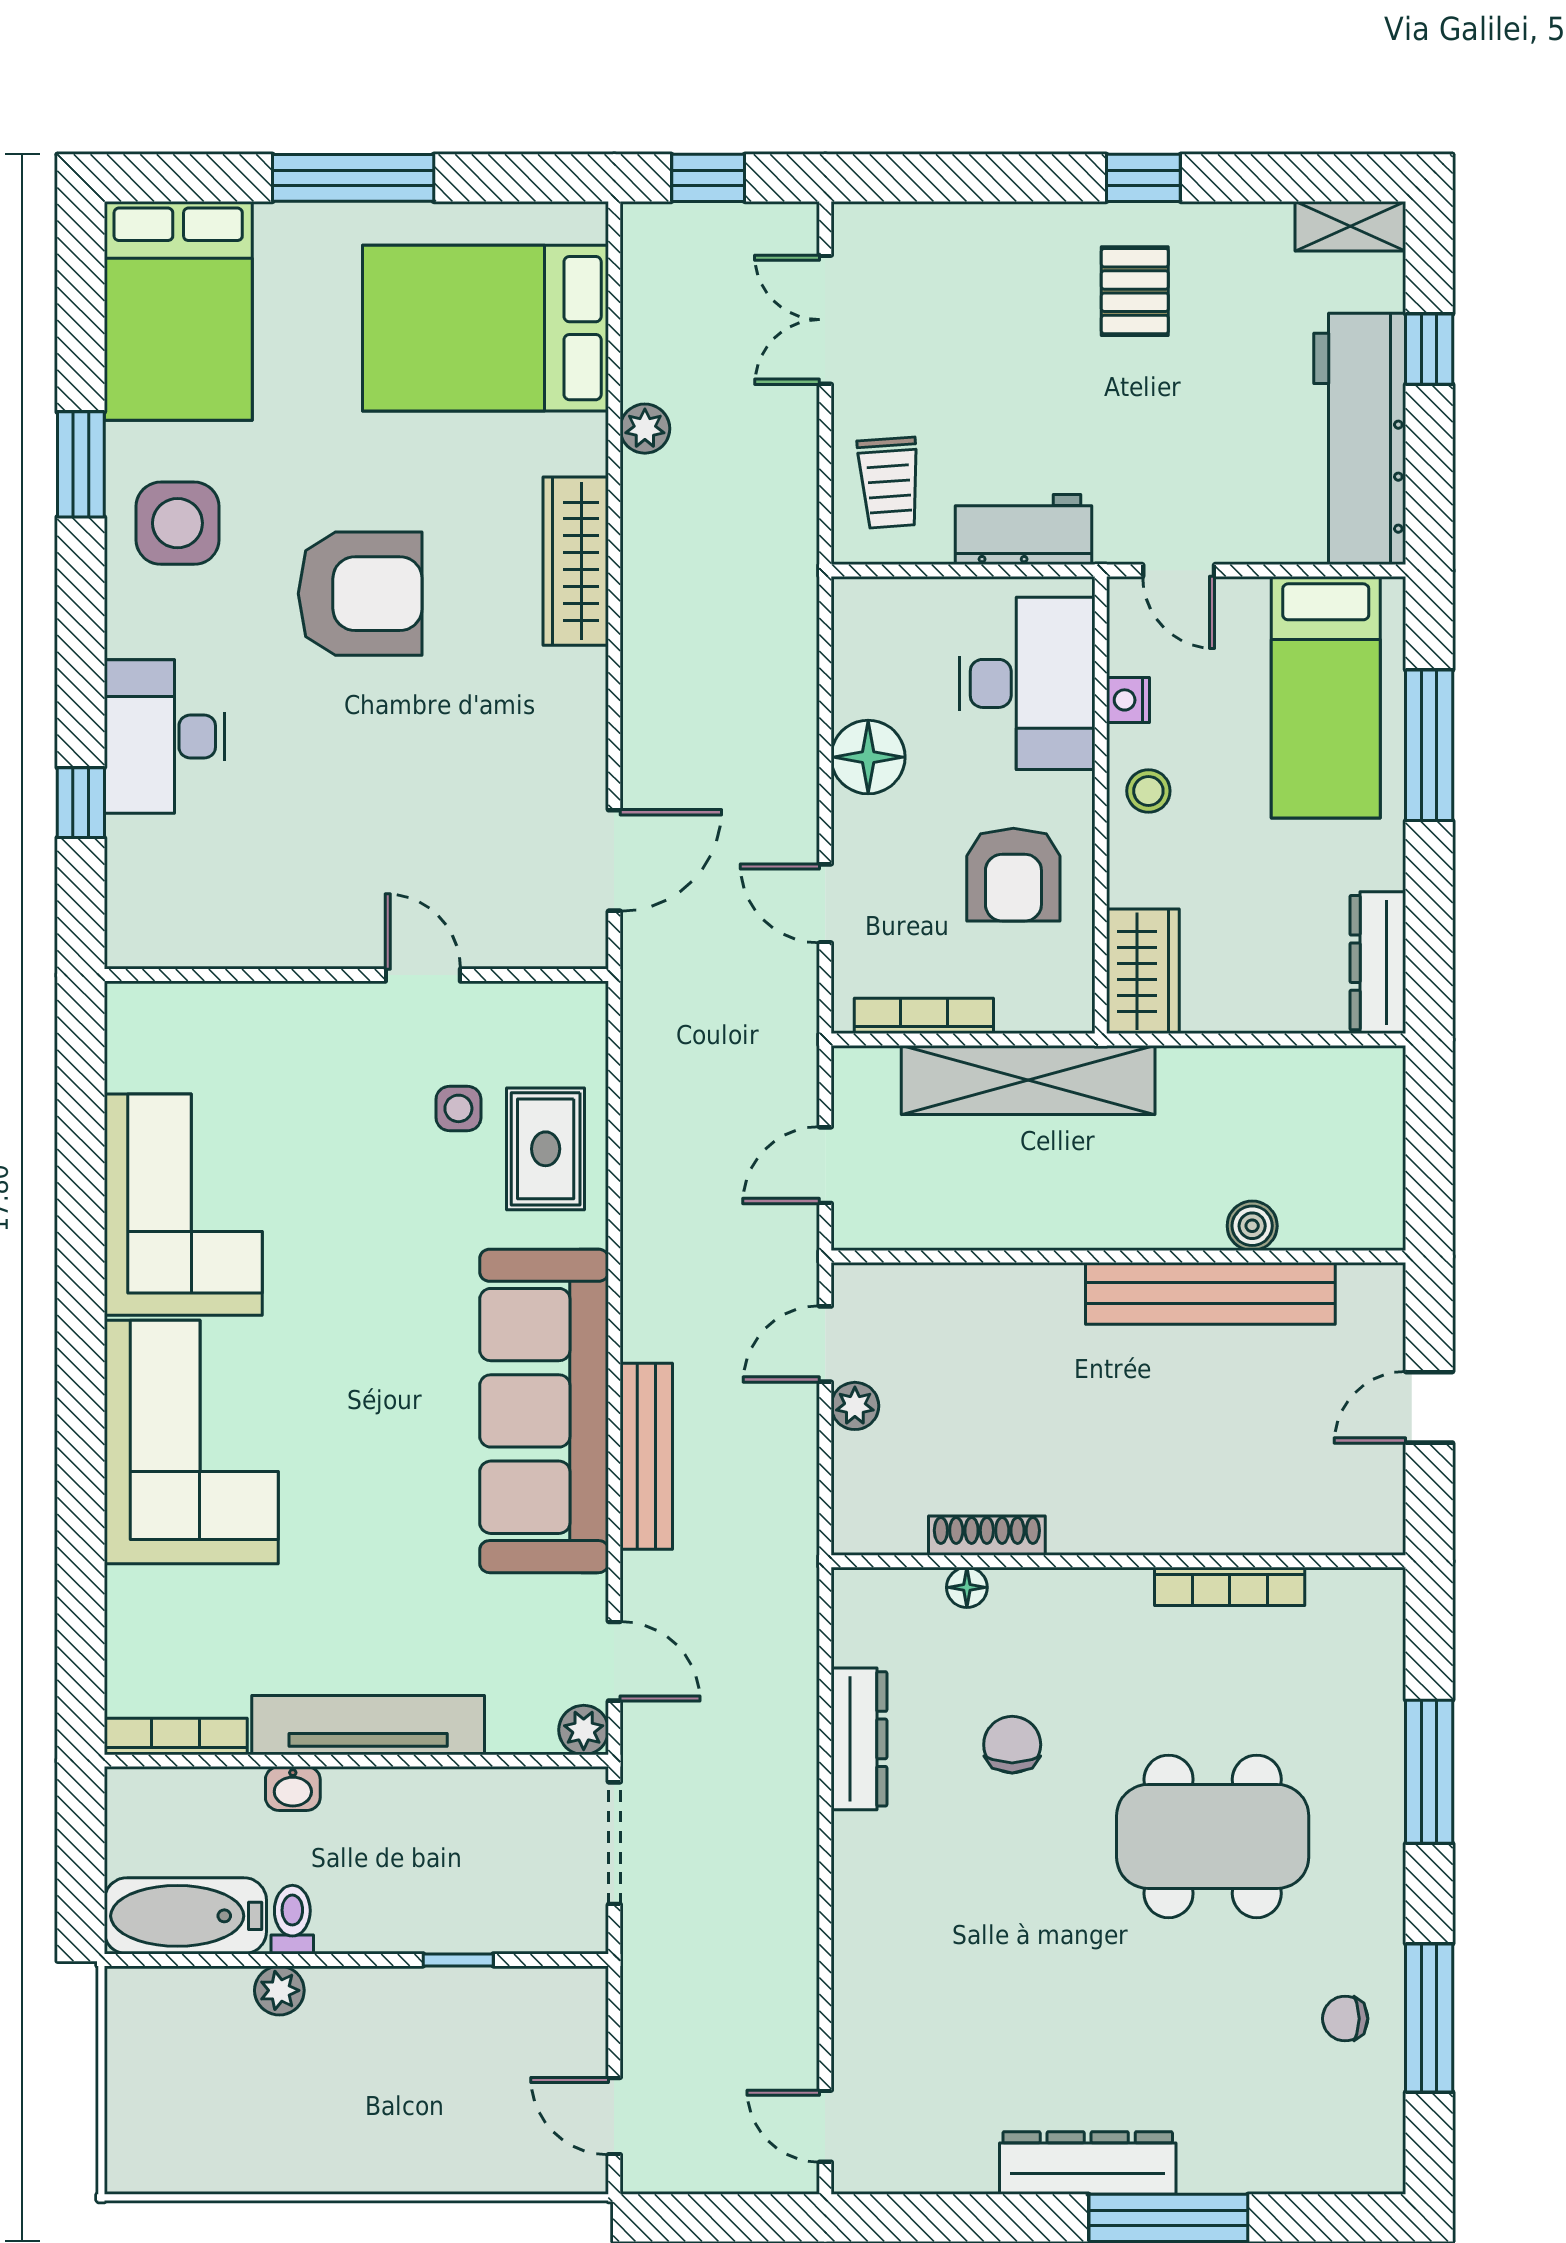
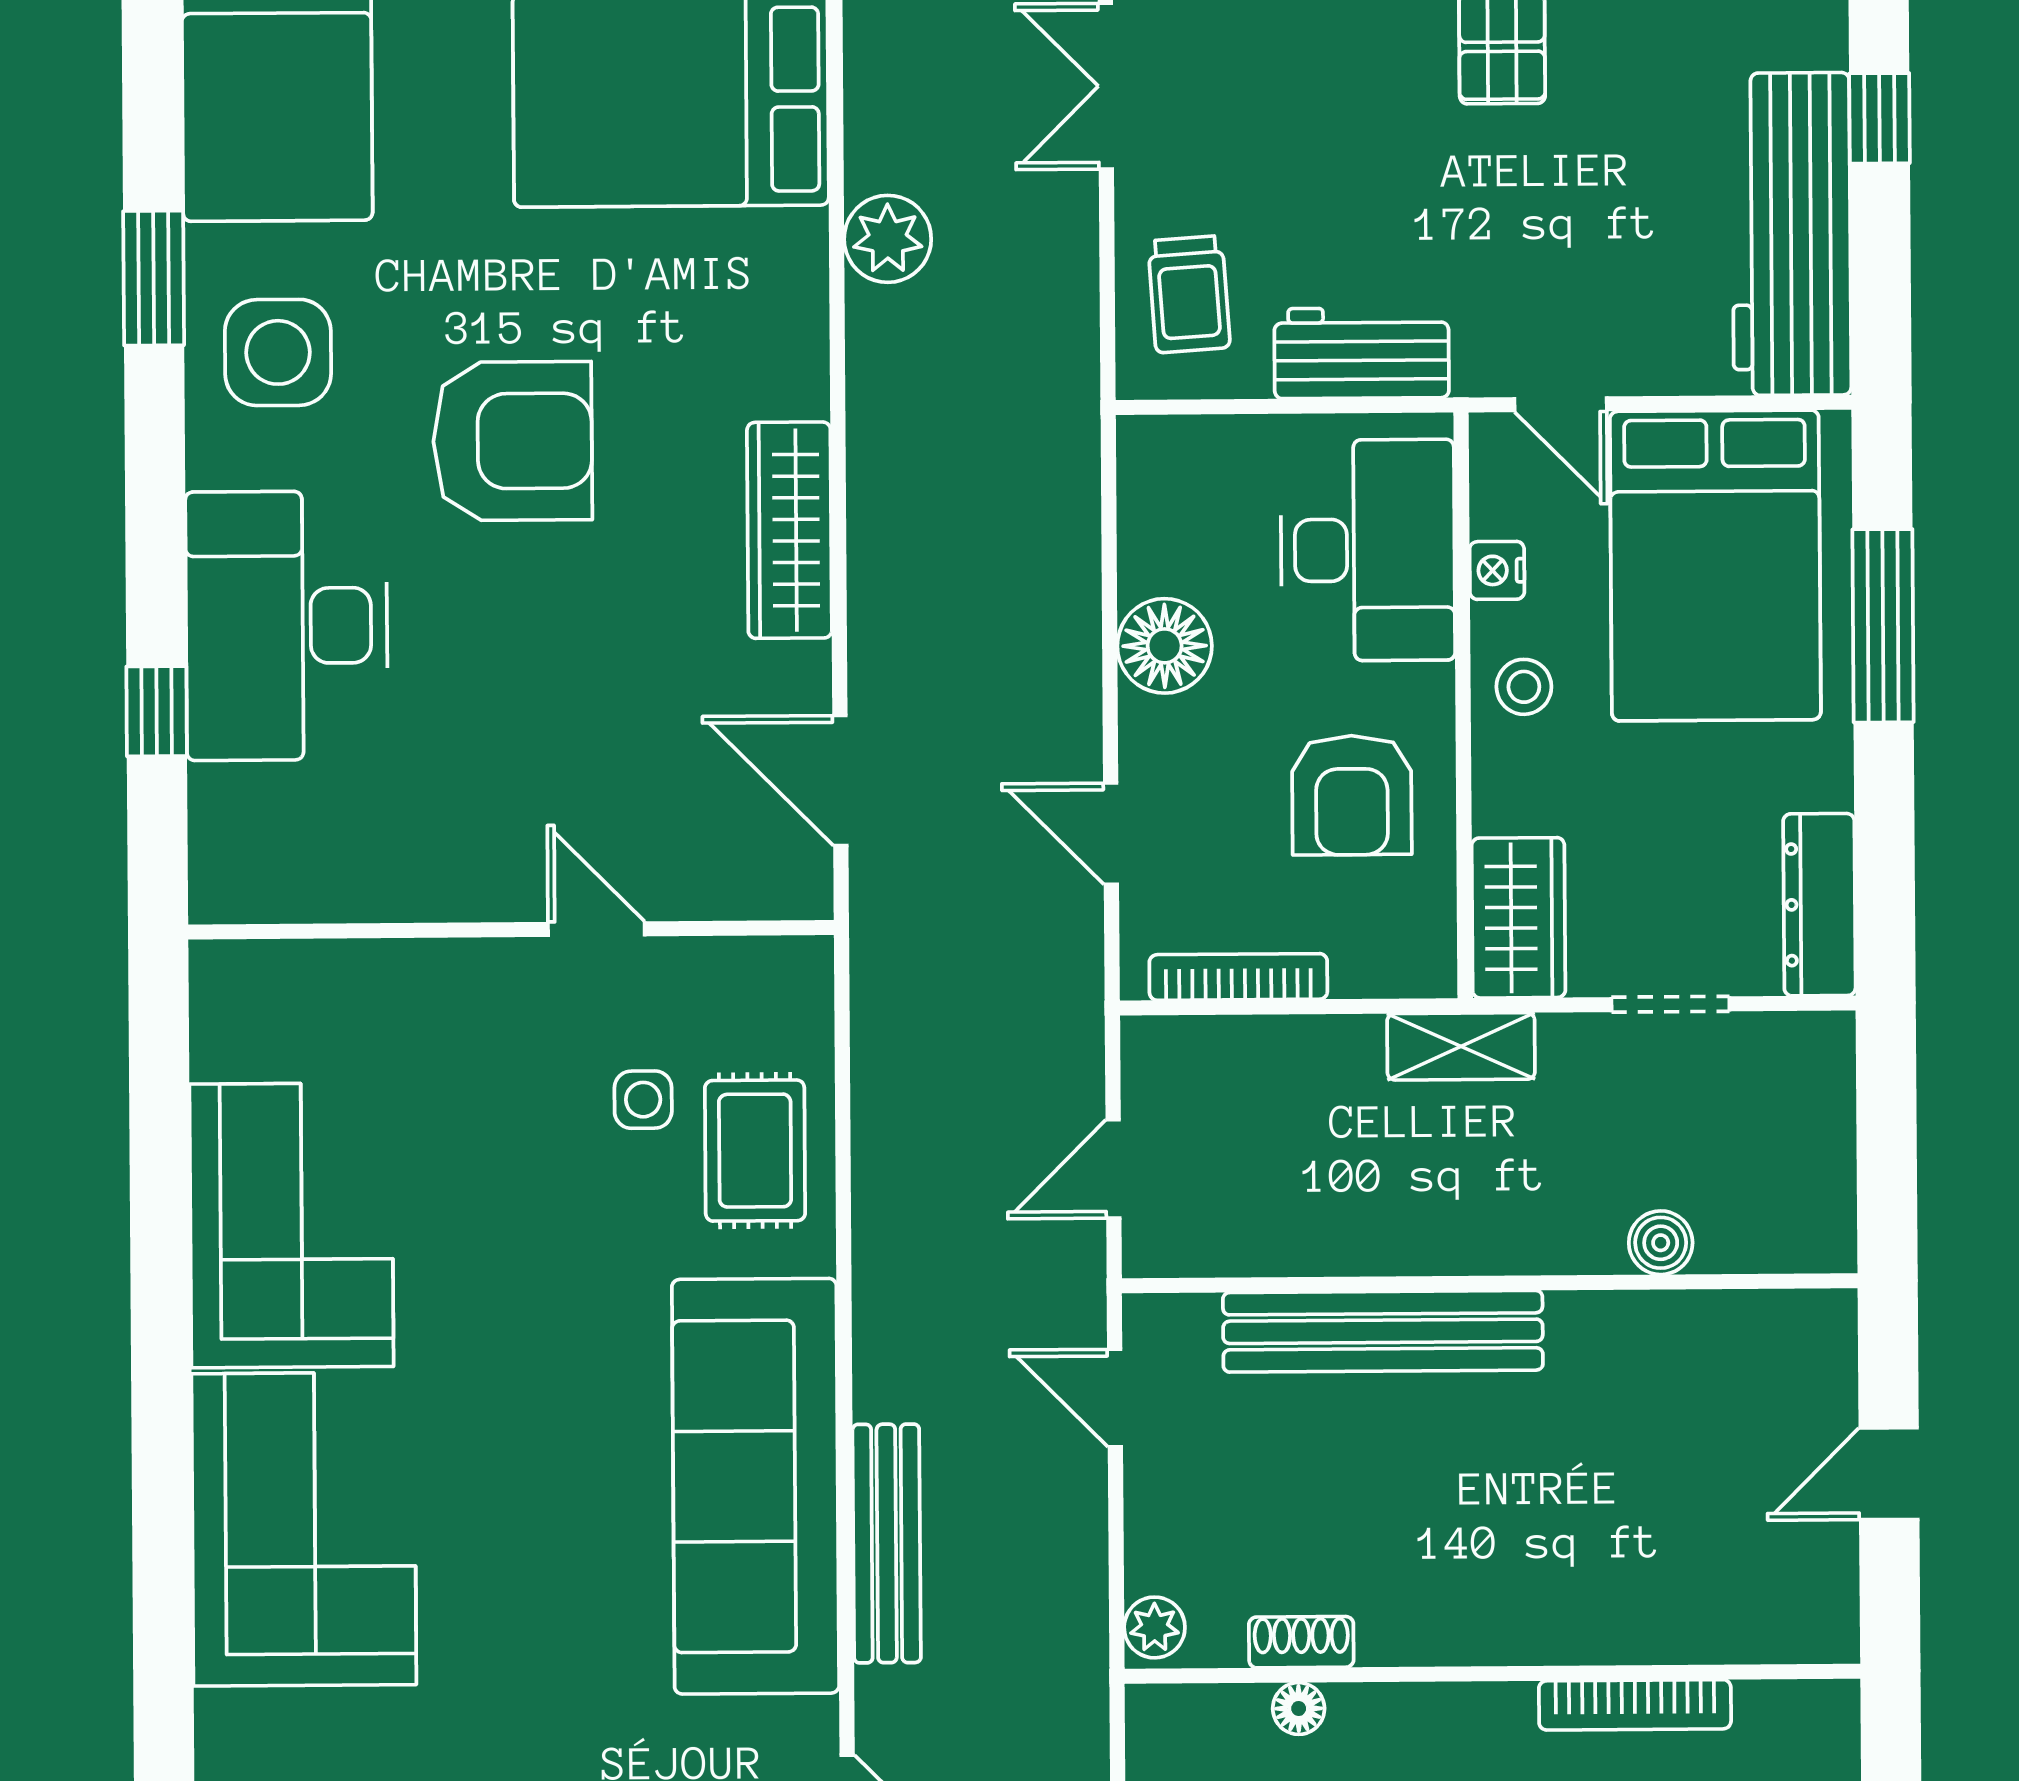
plant: (645, 429) -> (888, 239), width x1.38, depth x1.38
wardrobe: (576, 561) -> (789, 530), moved
bed: (1326, 697) -> (1715, 565), width x1.50
desk: (165, 737) -> (287, 626), width x1.36, depth x1.30
door: (614, 860) -> (840, 781), swing flipped
doorway: (1261, 1040) -> (1670, 1004), added
shelving: (1028, 1080) -> (1461, 1046), width x0.45, depth x0.75
bench: (1210, 1293) -> (1383, 1331), moved
door: (825, 1344) -> (1115, 1398), hinge flipped
plant: (855, 1406) -> (1155, 1627), moved
shoe rack: (987, 1536) -> (1301, 1642), width x0.70

